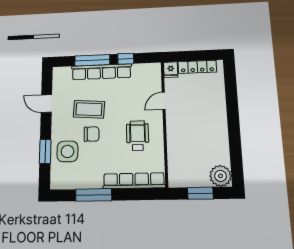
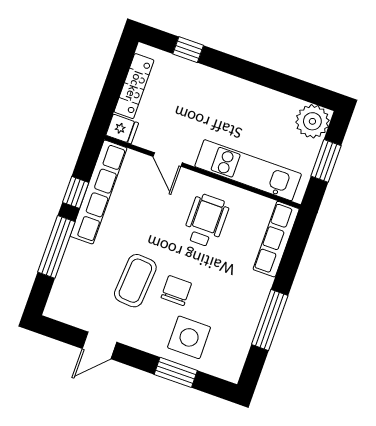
row of seats: (101, 72) -> (98, 192), moved
window: (231, 88) -> (188, 50), added
wheelchair: (138, 136) -> (206, 220), turned 90
kitchen unit: (176, 149) -> (248, 170), added
row of seats: (134, 181) -> (276, 239), width x0.73

